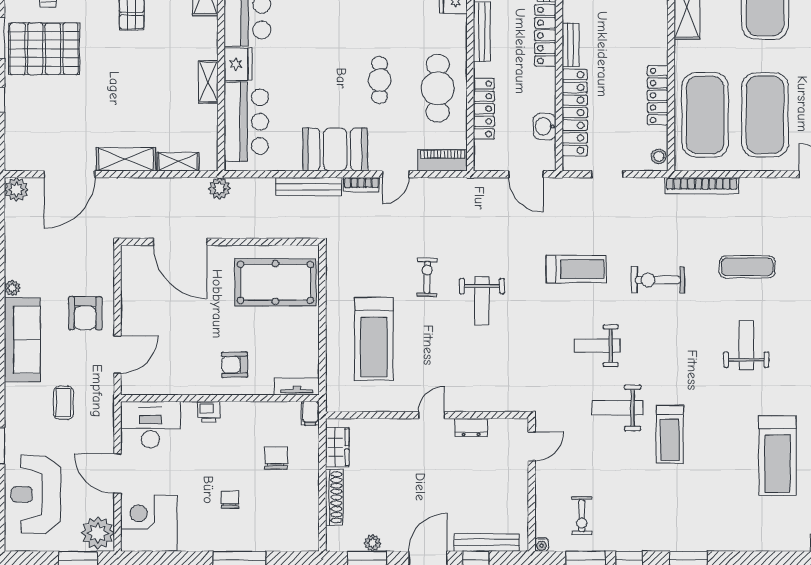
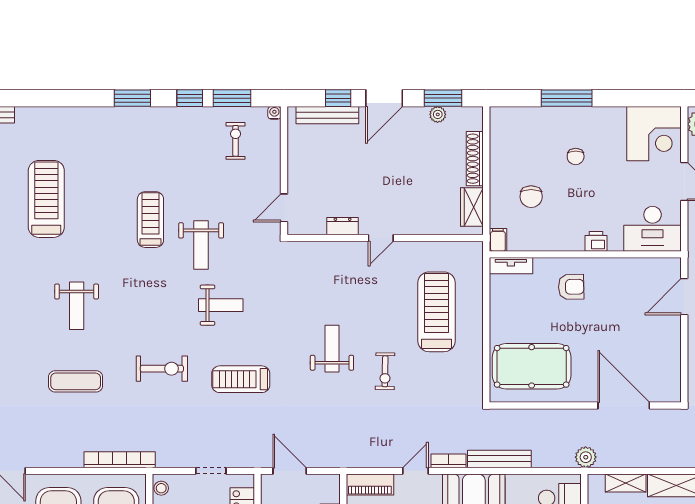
weight bench: (617, 408) -> (201, 245), turned 90

